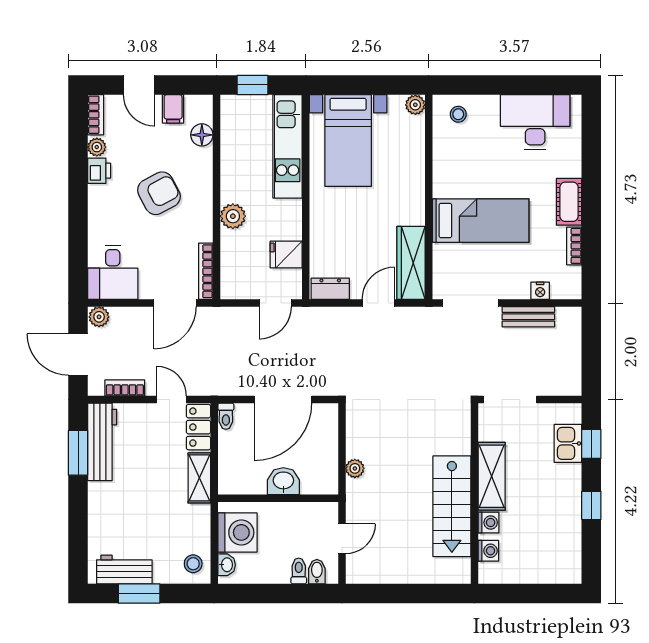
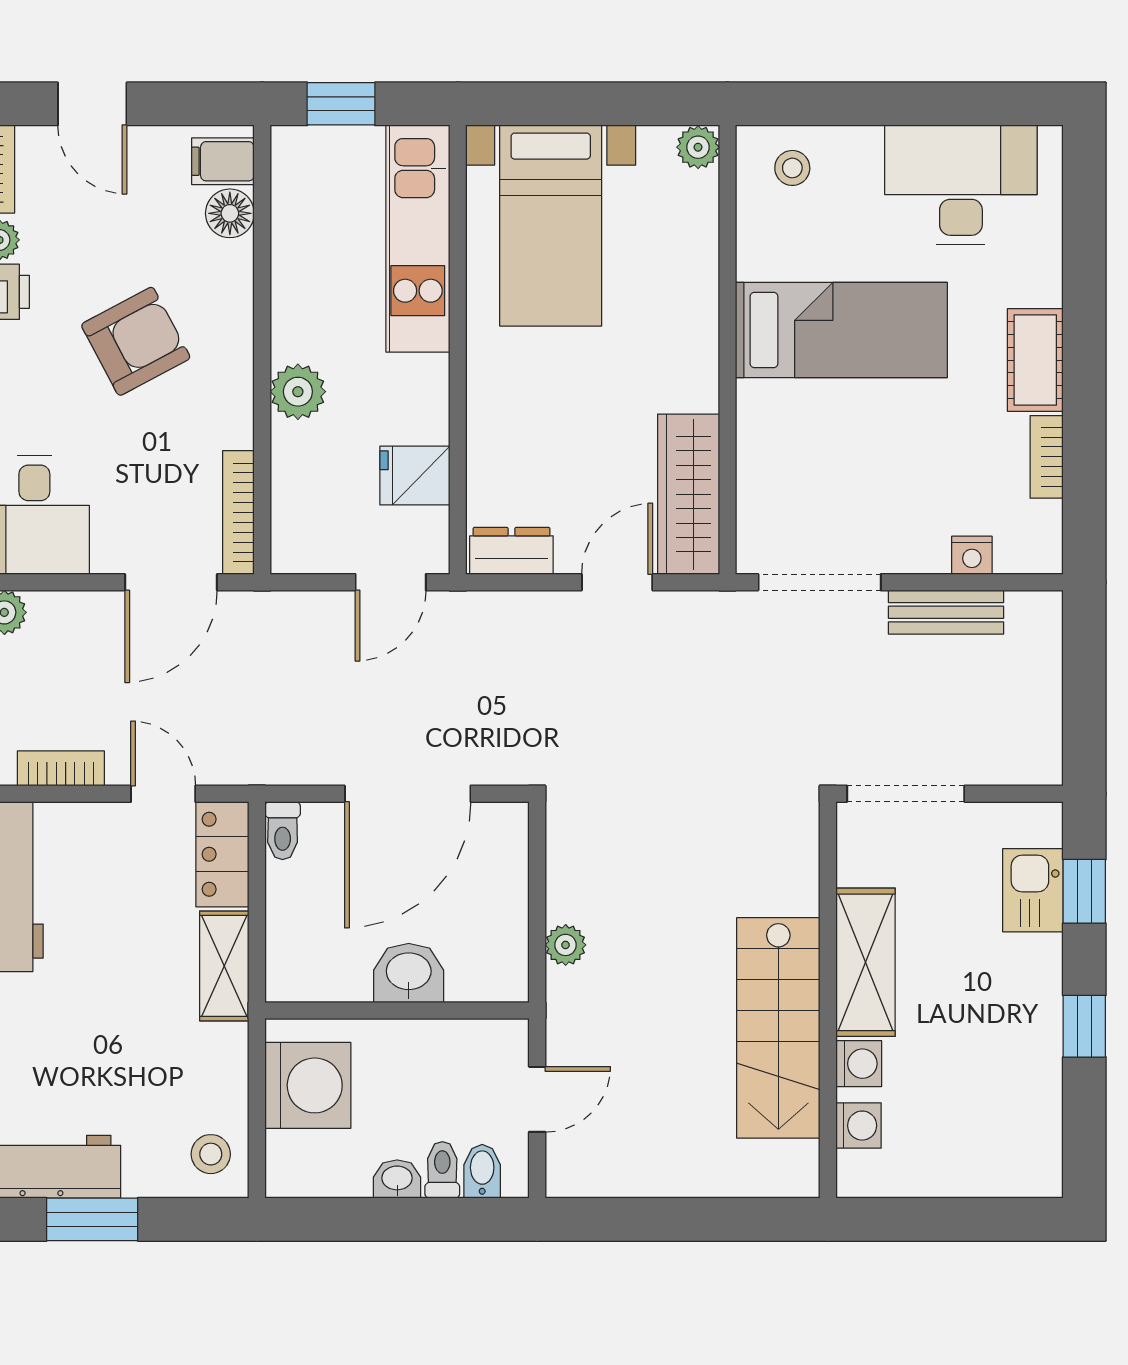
filing cabinet: (173, 109) -> (223, 161), moved, turned 90
bed: (481, 221) -> (841, 330), moved
washbasin: (227, 565) -> (397, 1179), moved, turned -90

